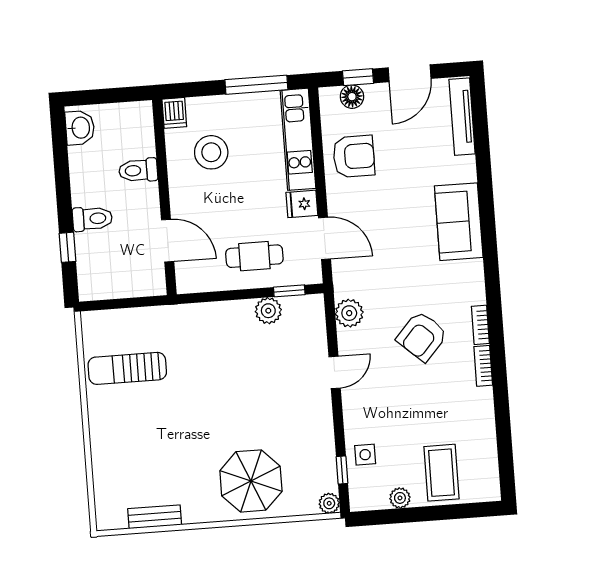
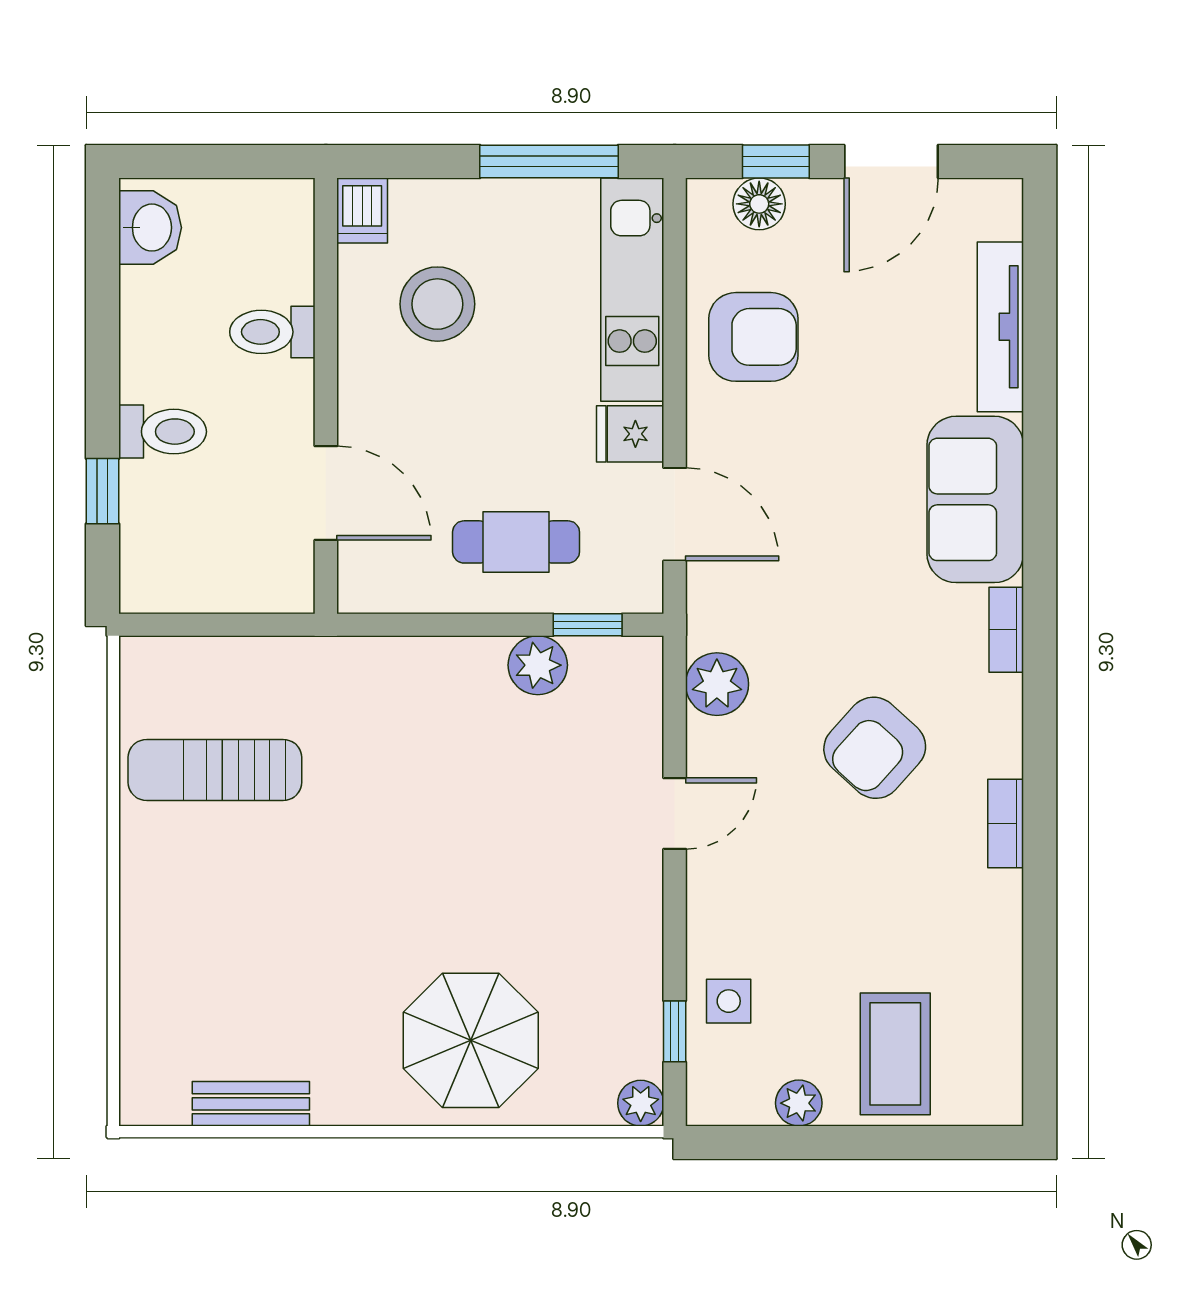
tv unit: (462, 117) -> (1000, 327), moved
bookcase: (480, 325) -> (1006, 630), moved

